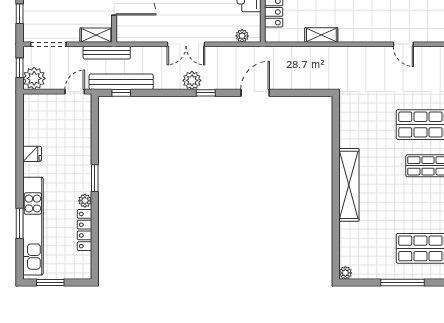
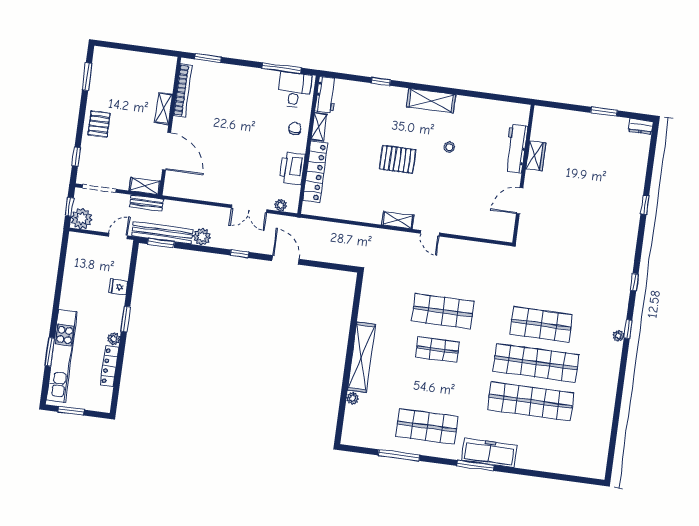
shelving: (321, 35) -> (398, 220), moved
double door: (186, 44) -> (249, 209), moved
bench: (107, 53) -> (147, 203), width x0.73
plant: (192, 80) -> (202, 237), moved
window: (121, 93) -> (161, 243), width x1.50
door: (255, 93) -> (286, 260), hinge flipped
fridge: (32, 154) -> (118, 287), moved, turned 180
plant: (345, 273) -> (353, 398), moved

